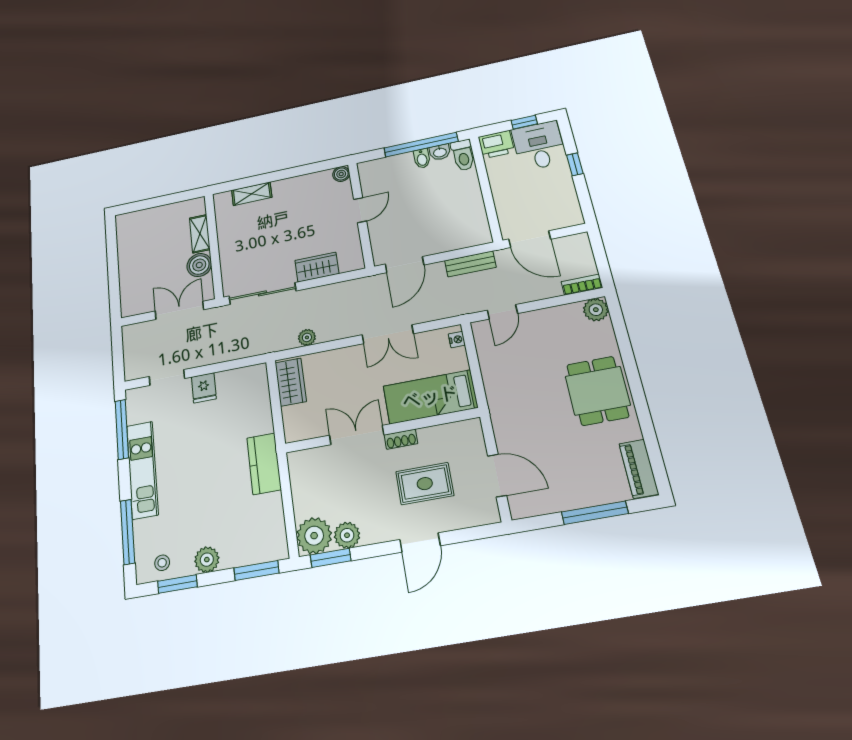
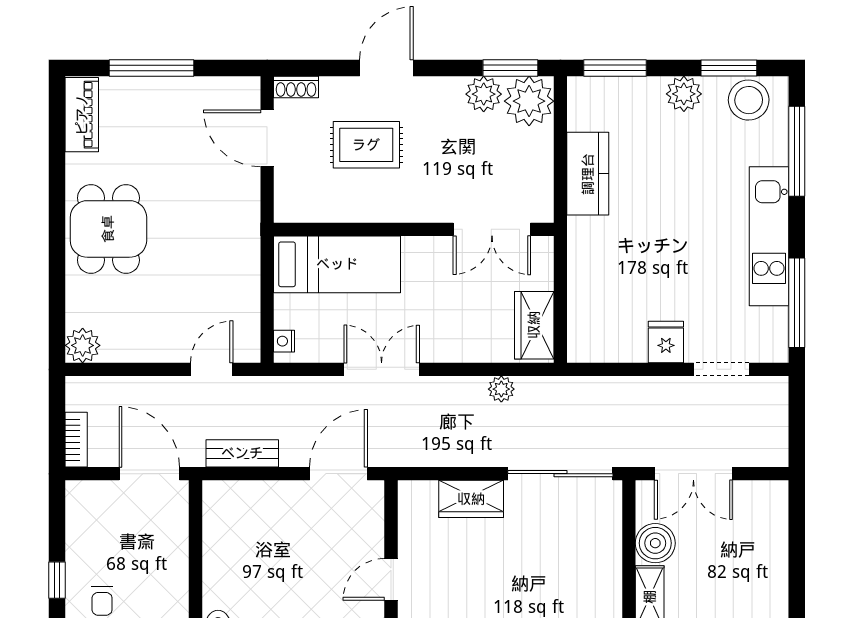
bookcase: (582, 285) -> (76, 440), moved, turned -90
double door: (357, 435) -> (492, 229), moved
shoe rack: (401, 439) -> (296, 87), moved, turned 180
kitchen counter: (264, 464) -> (588, 174), moved
stool: (162, 563) -> (749, 100), width x1.89, depth x1.89

